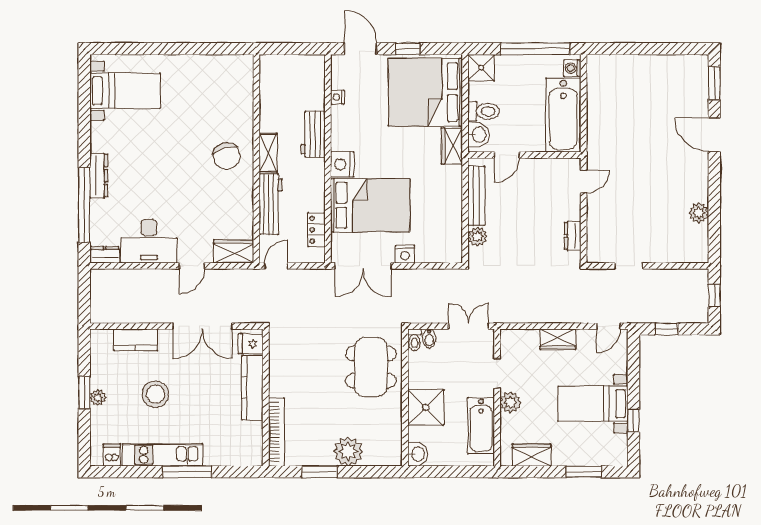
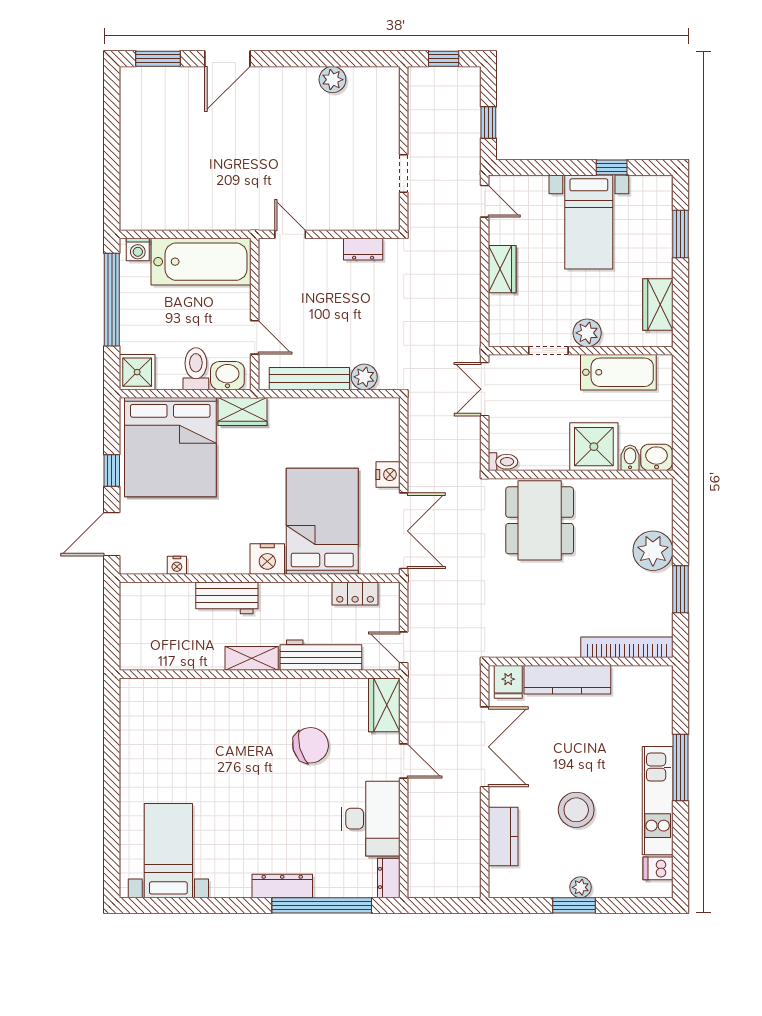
chair: (227, 156) -> (311, 745), moved
bidet: (429, 339) -> (630, 458), moved, turned -90
dining table: (371, 367) -> (540, 520), turned 90

